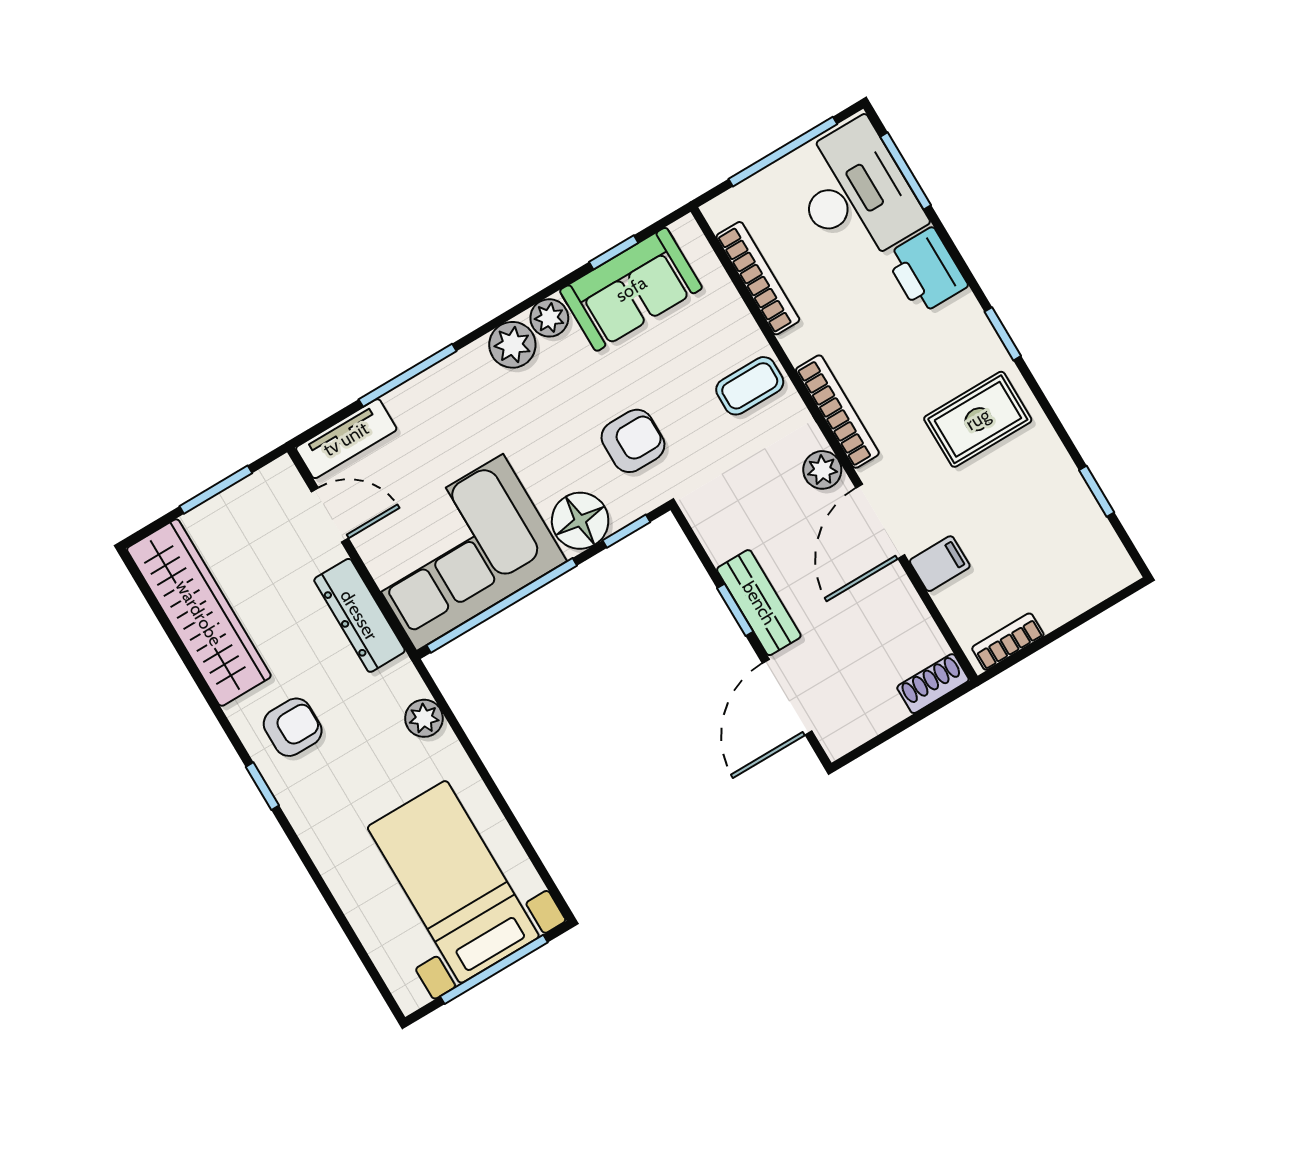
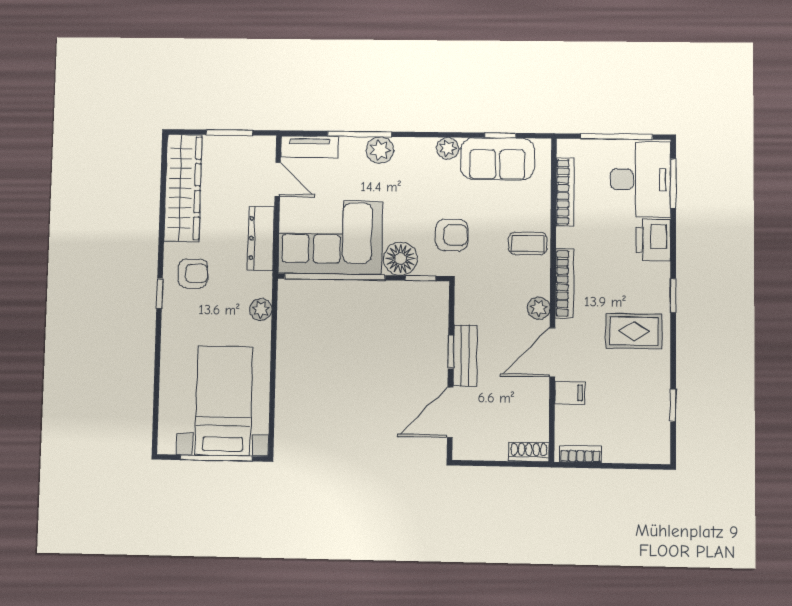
plant: (512, 345) -> (380, 150), moved

